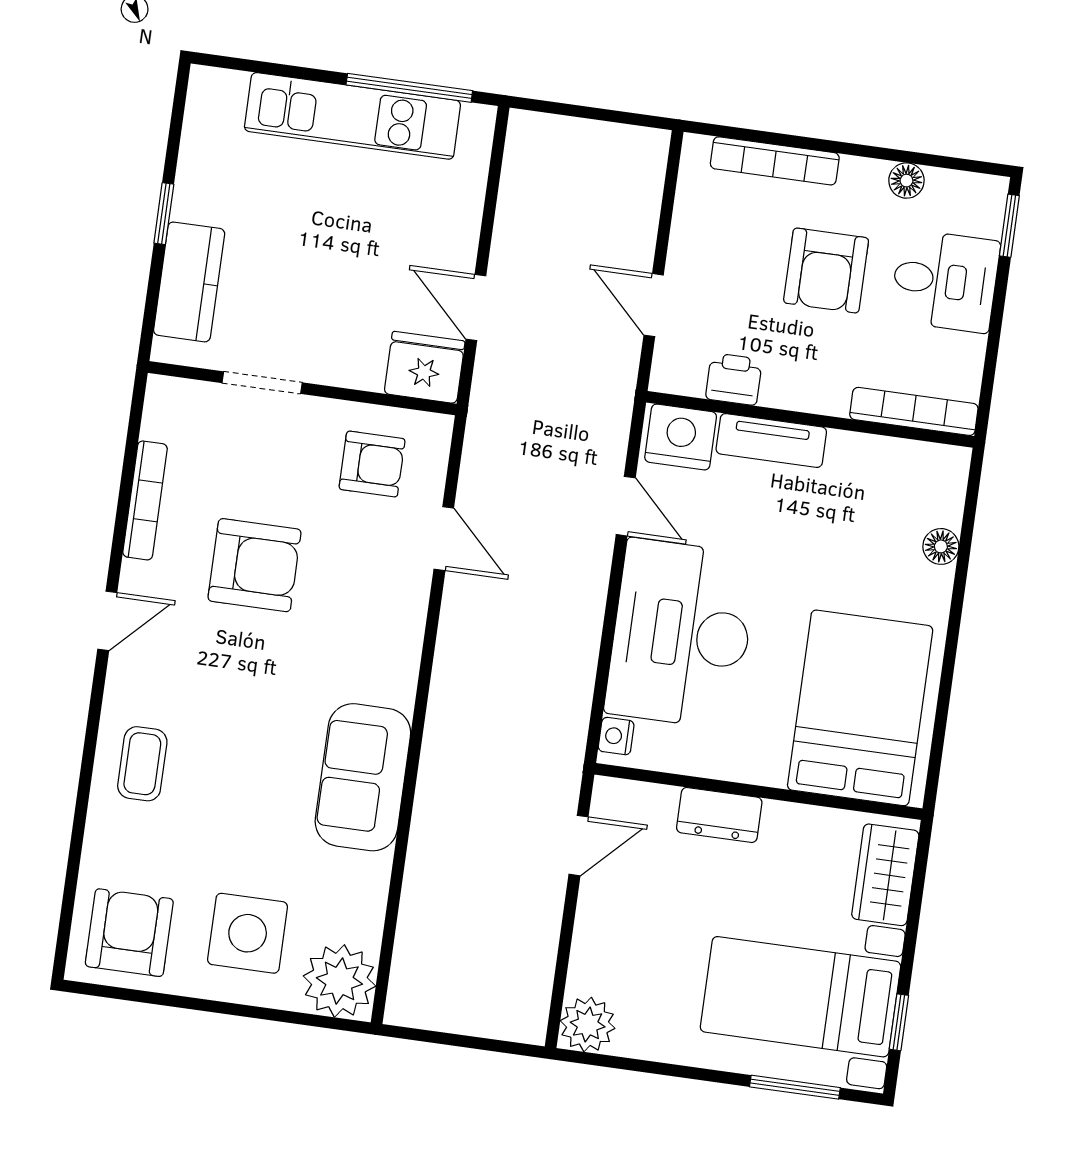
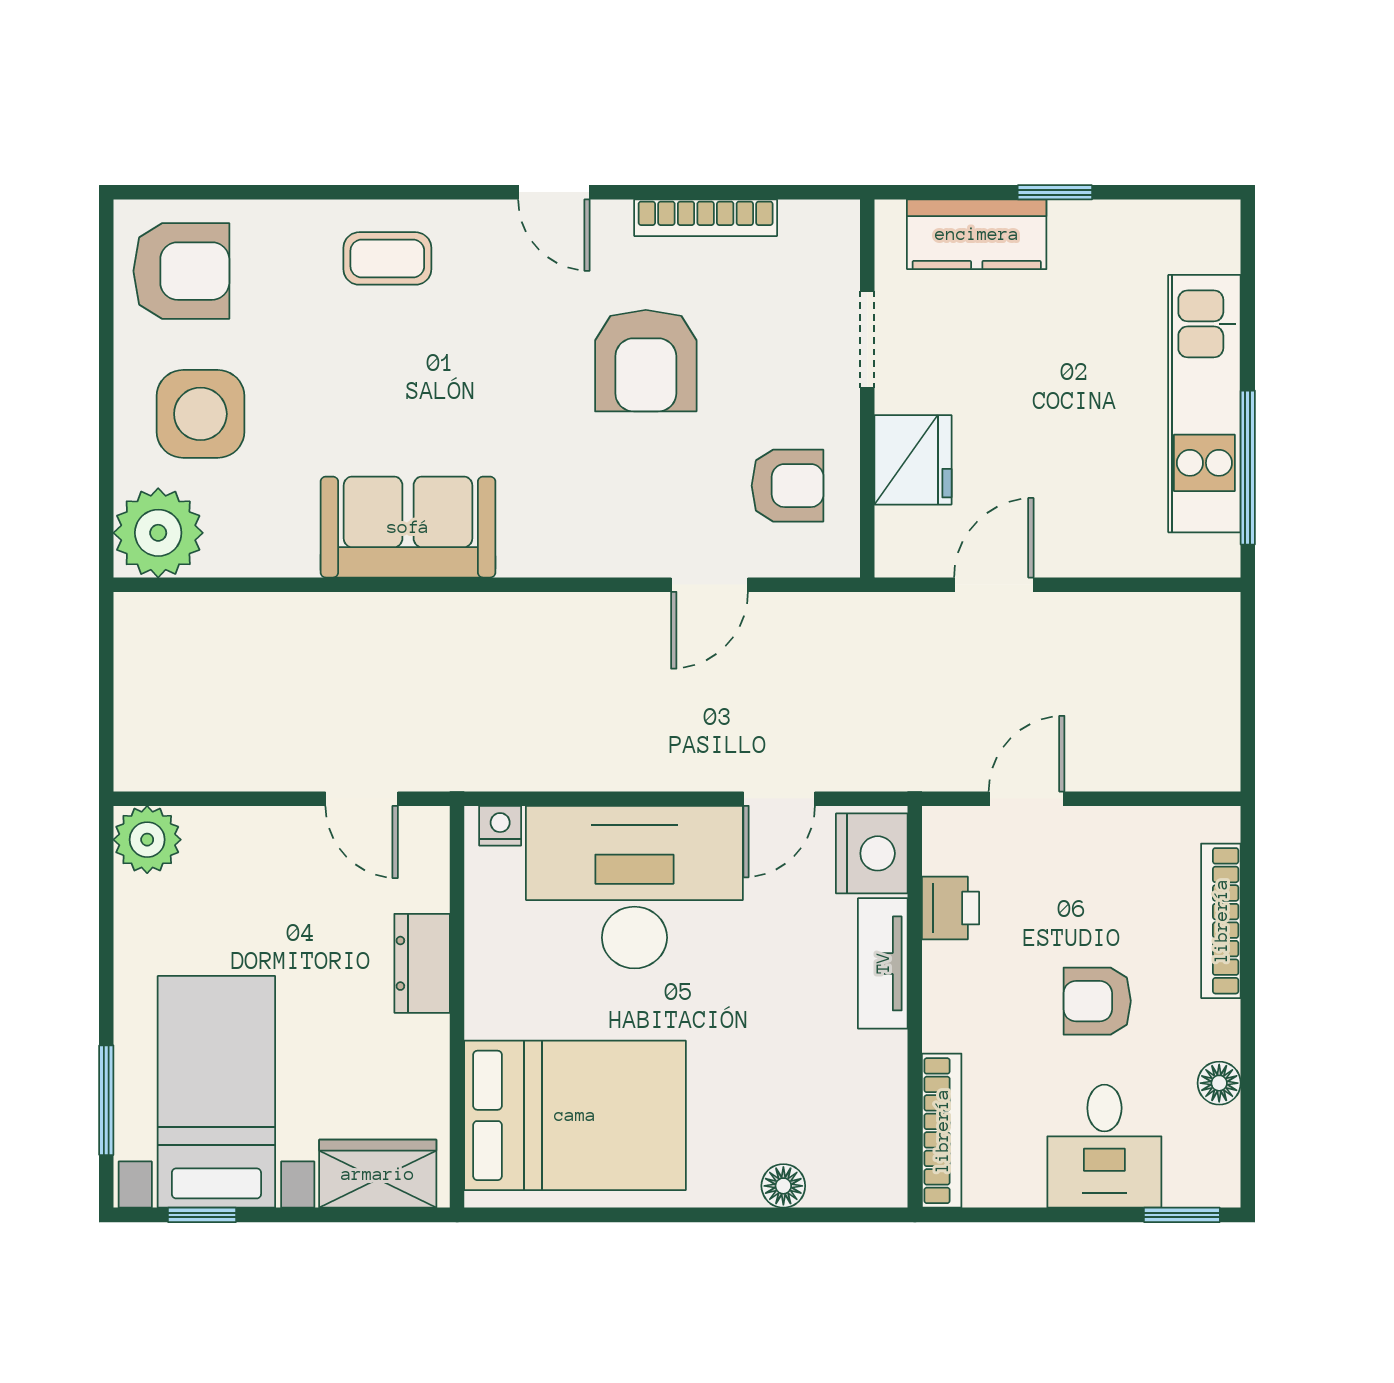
armchair: (826, 270) -> (1097, 1001), width x0.72, depth x0.72
fridge: (425, 367) -> (913, 460), moved
armchair: (372, 464) -> (788, 486), turned -90

